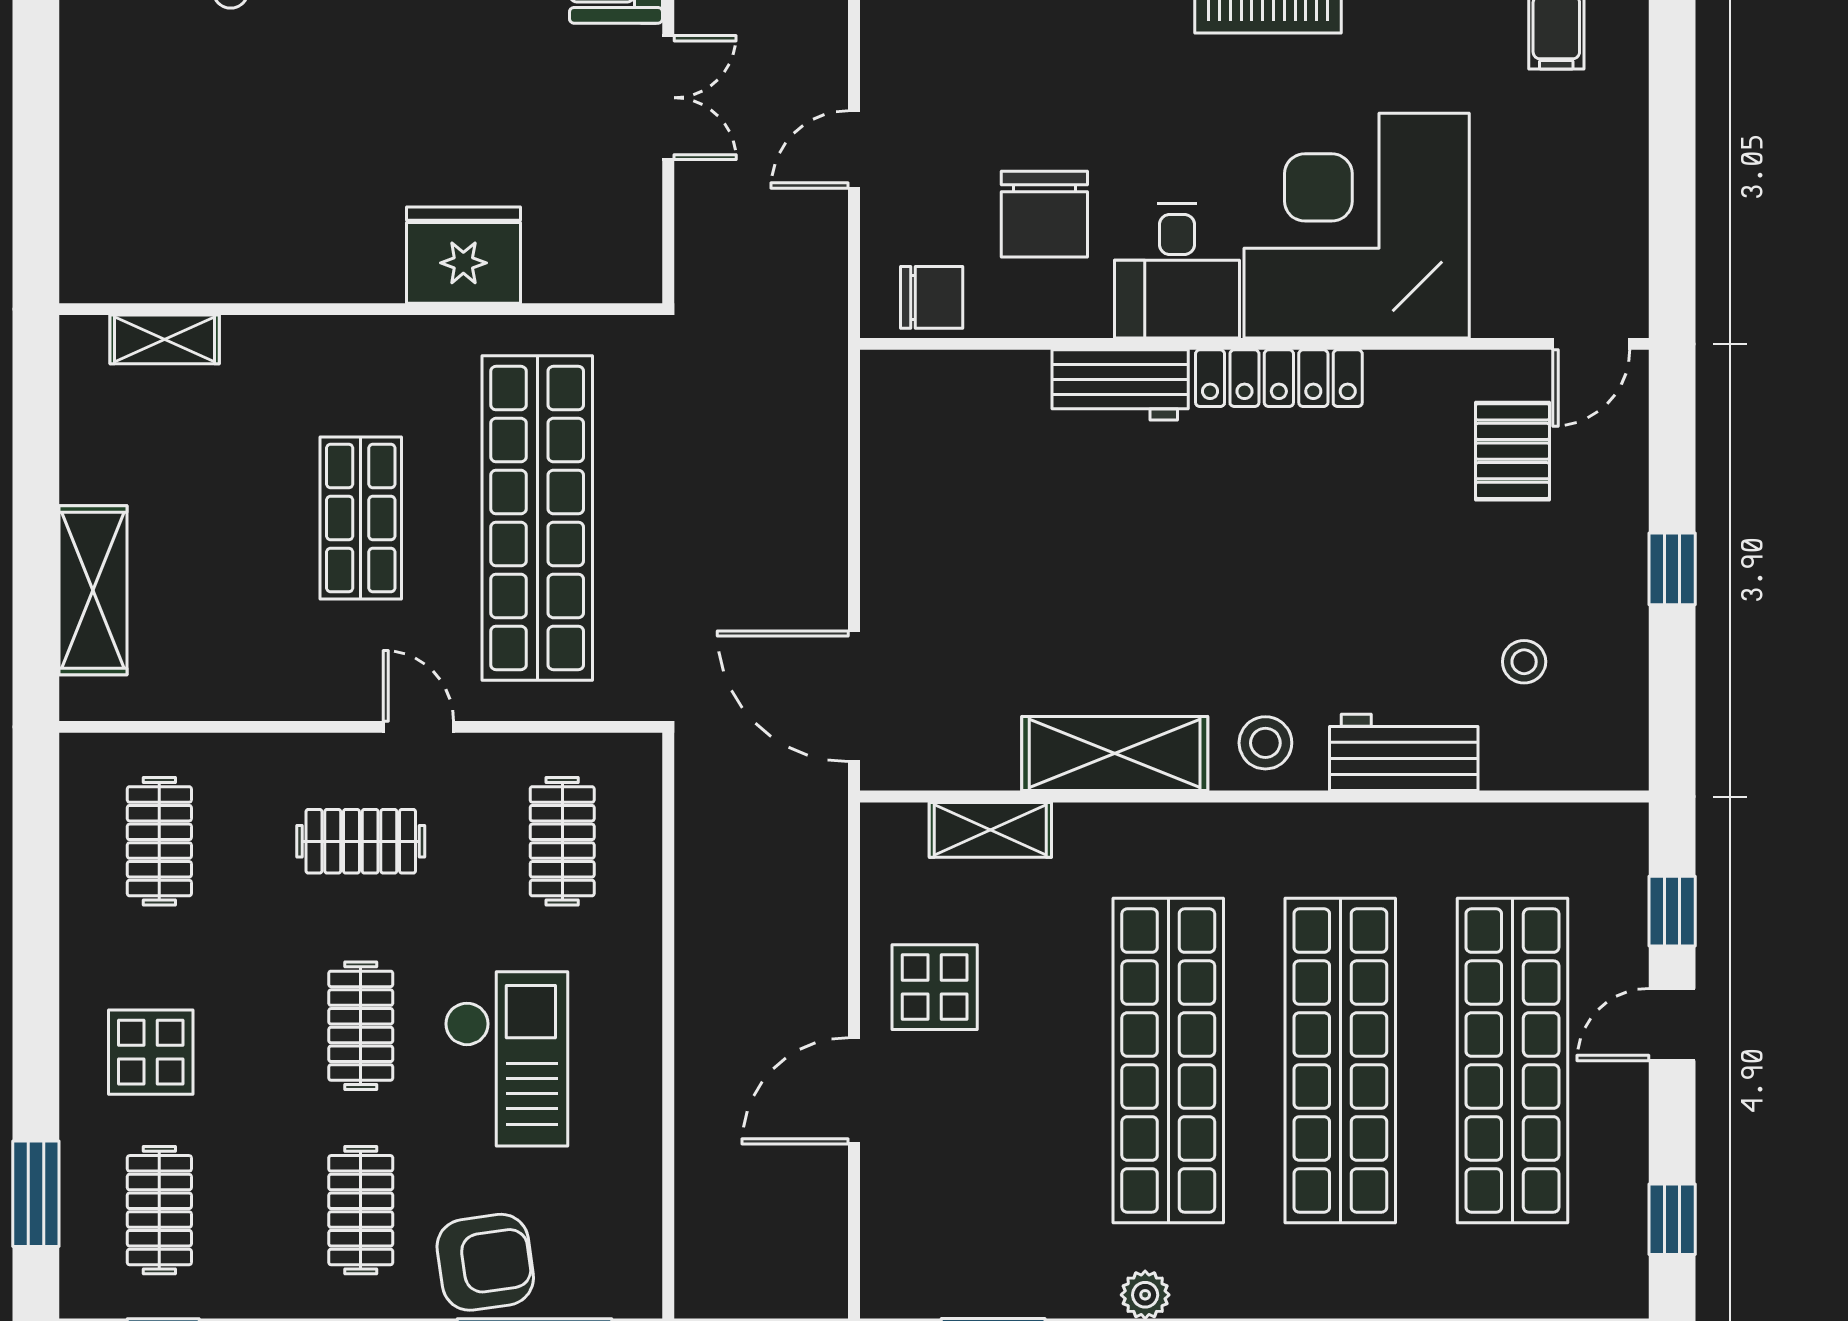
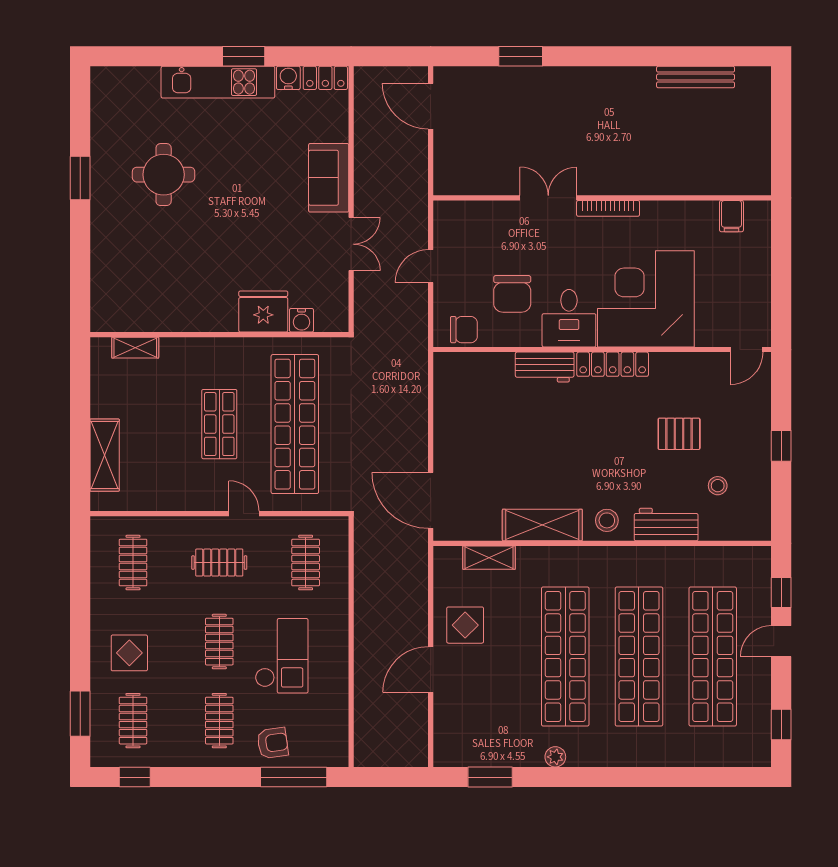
water cooler: (553, 276) -> (302, 320), added
pallet: (1513, 451) -> (679, 434), moved, turned 90
armchair: (485, 1262) -> (273, 743), width x0.72, depth x0.72

